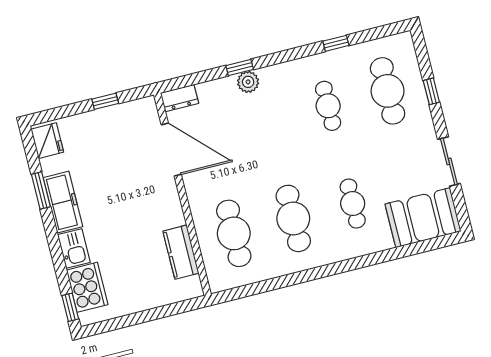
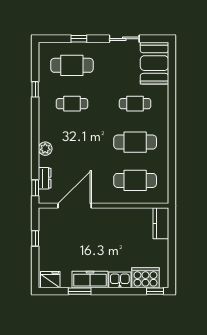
window: (240, 67) -> (35, 188), moved
dresser: (179, 98) -> (45, 178), moved
kitchen counter: (181, 252) -> (161, 223), moved, turned 90

